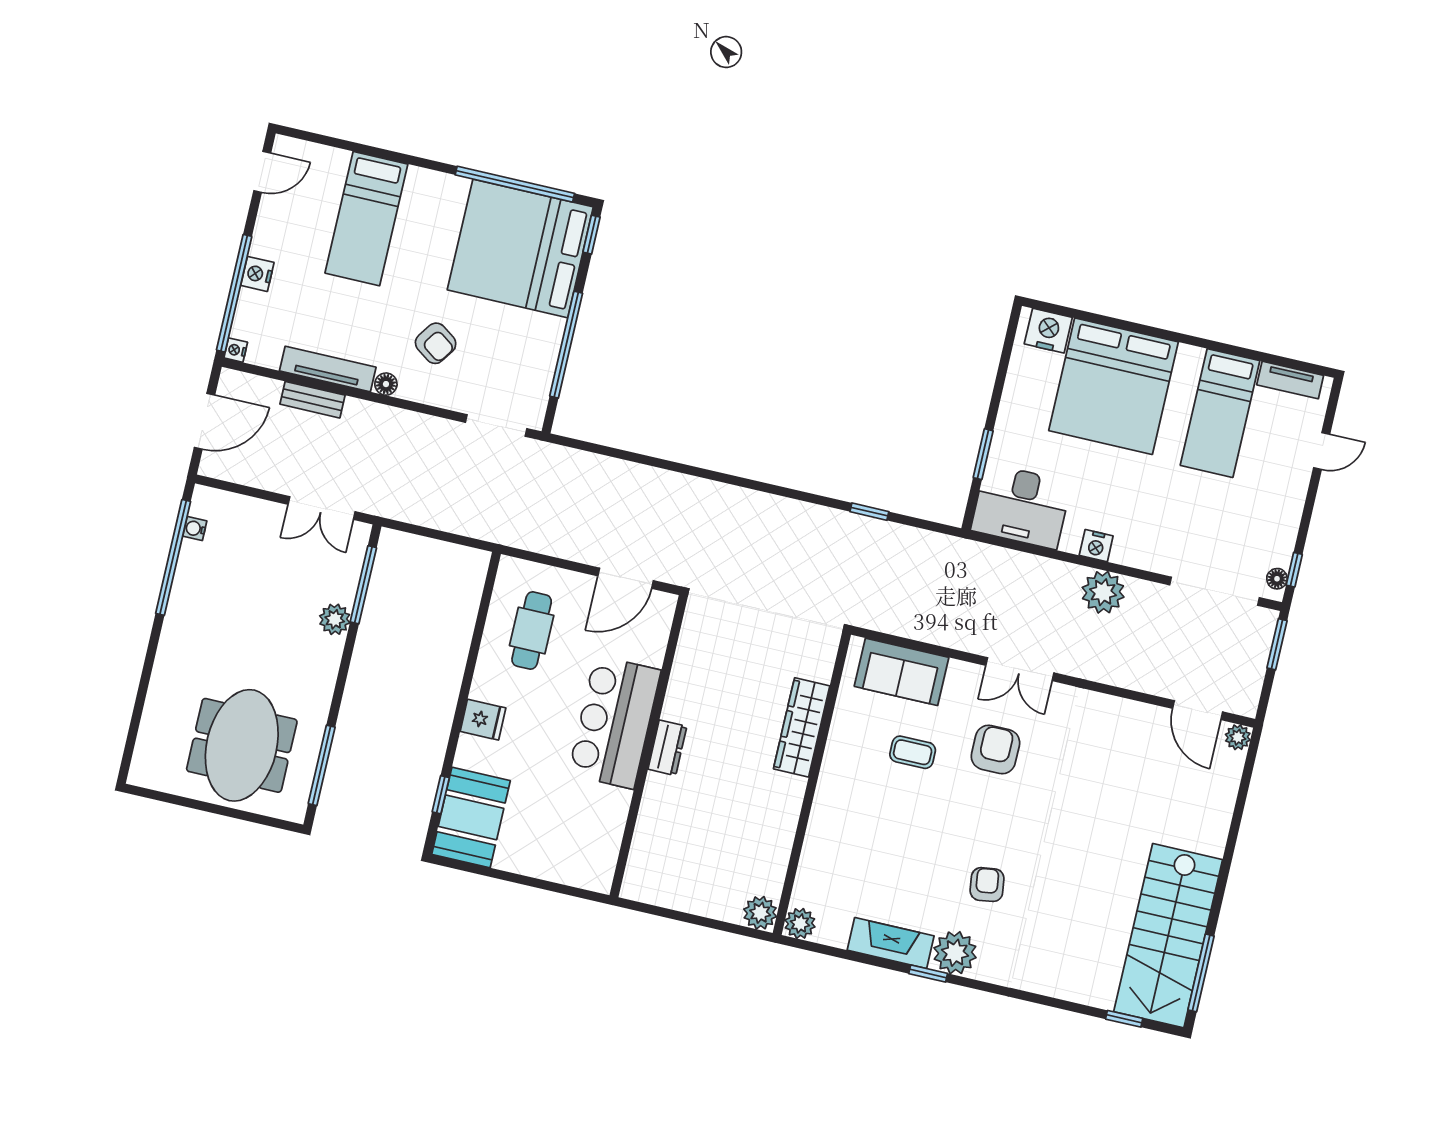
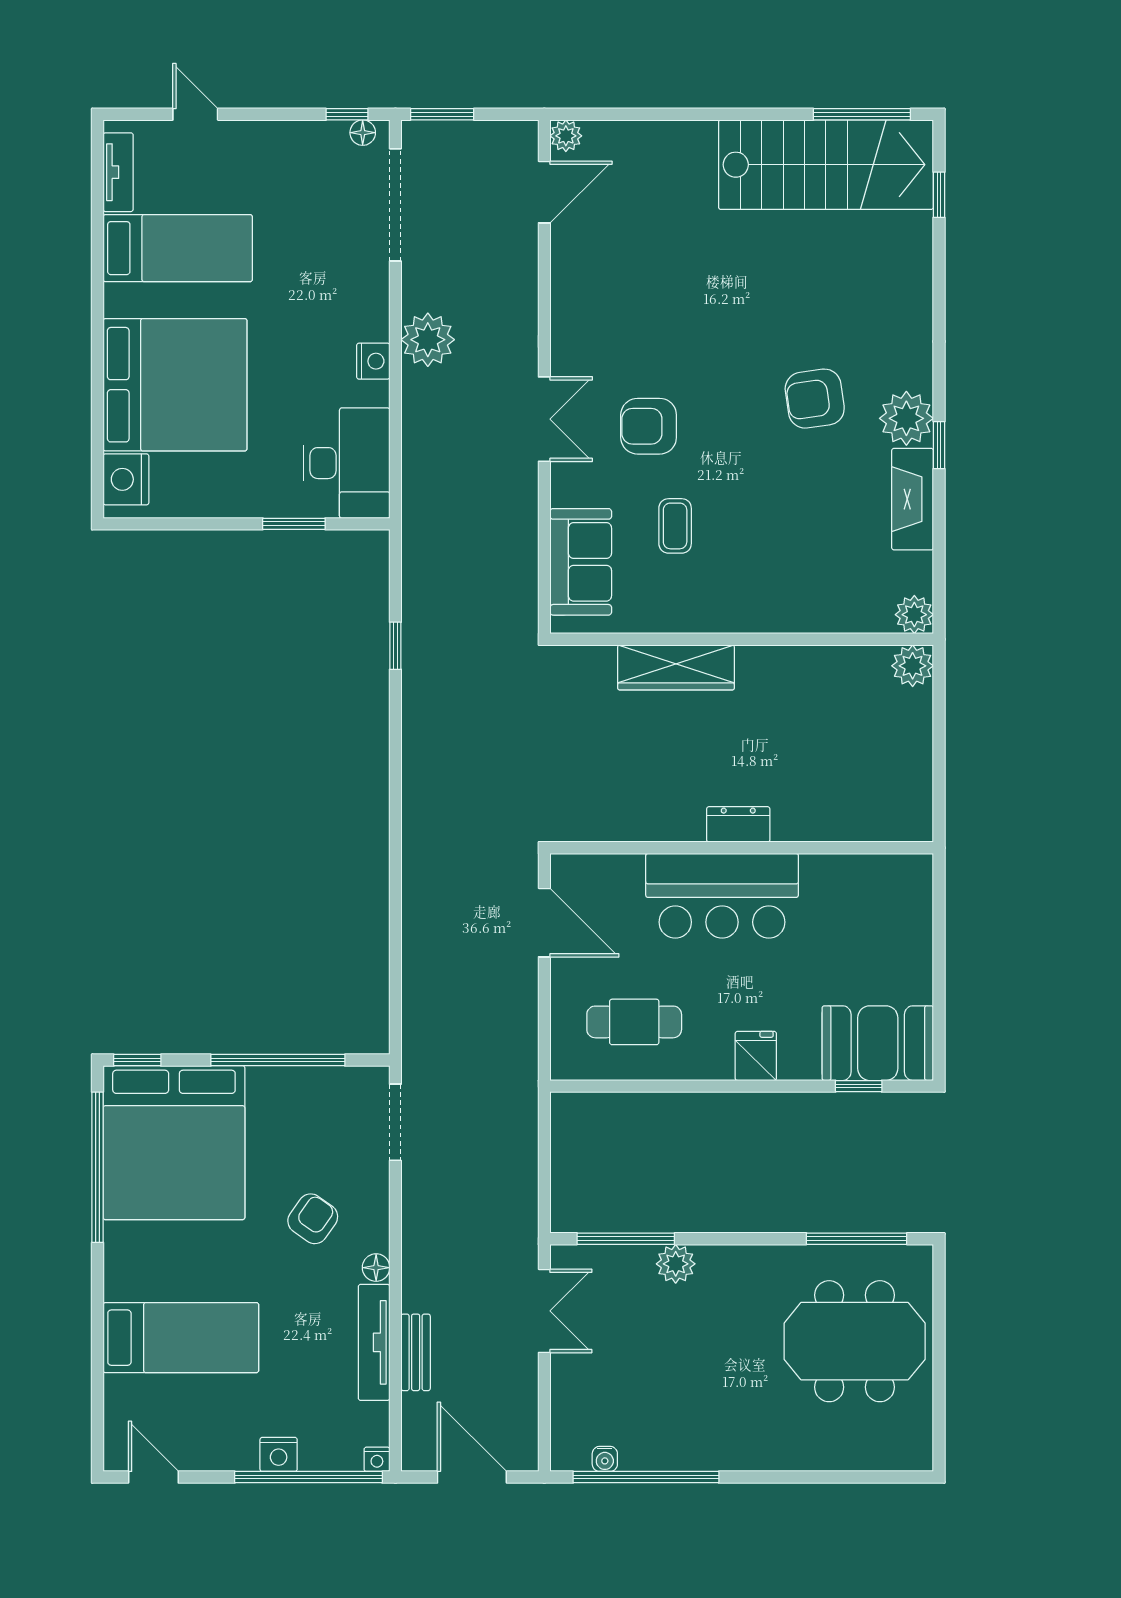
armchair: (987, 885) -> (815, 399), width x1.38, depth x1.38

